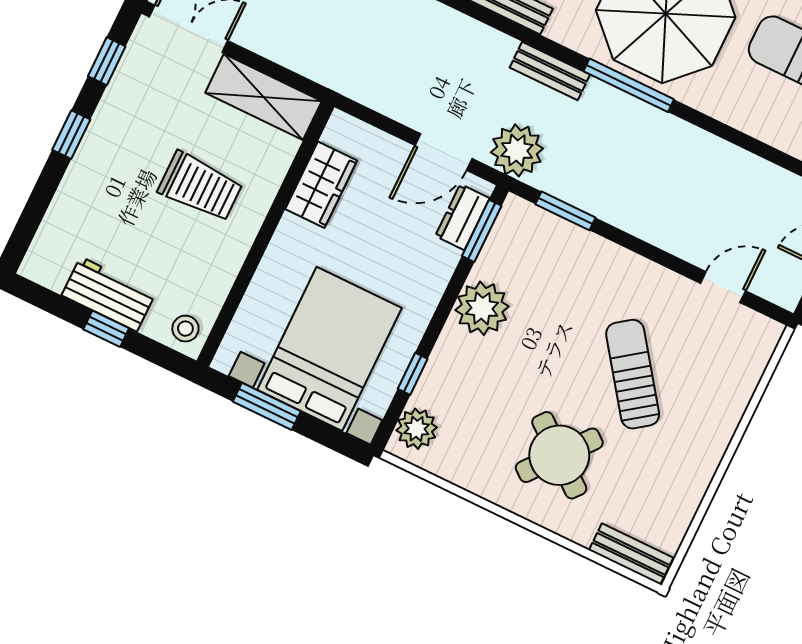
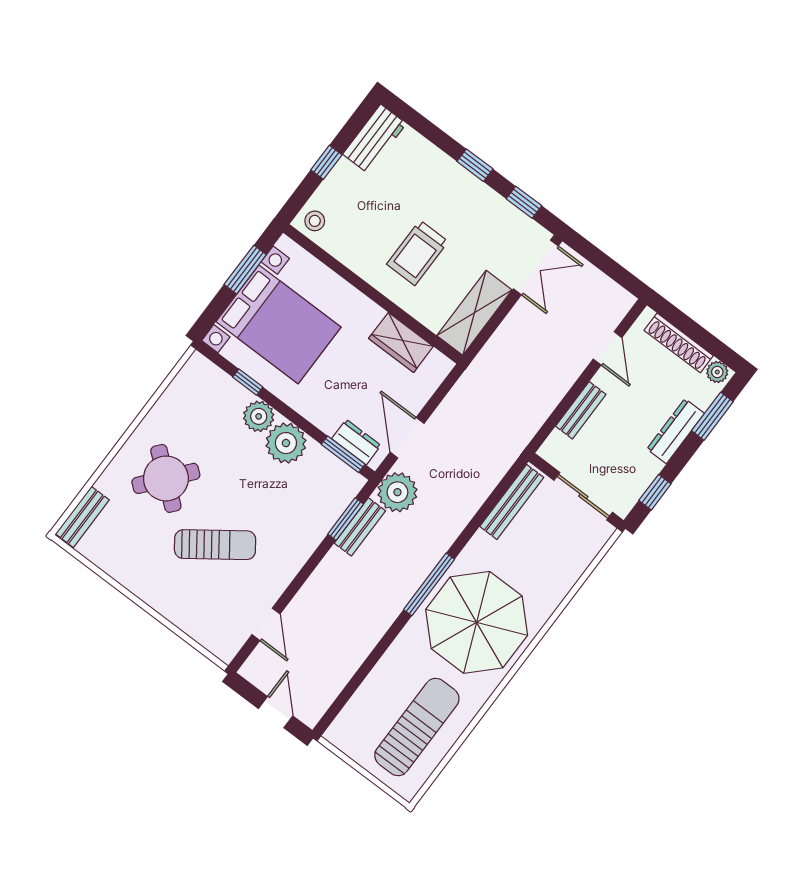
bench: (550, 71) -> (360, 527), moved
workbench: (109, 294) -> (375, 139), moved
plant: (417, 429) -> (259, 416), moved

